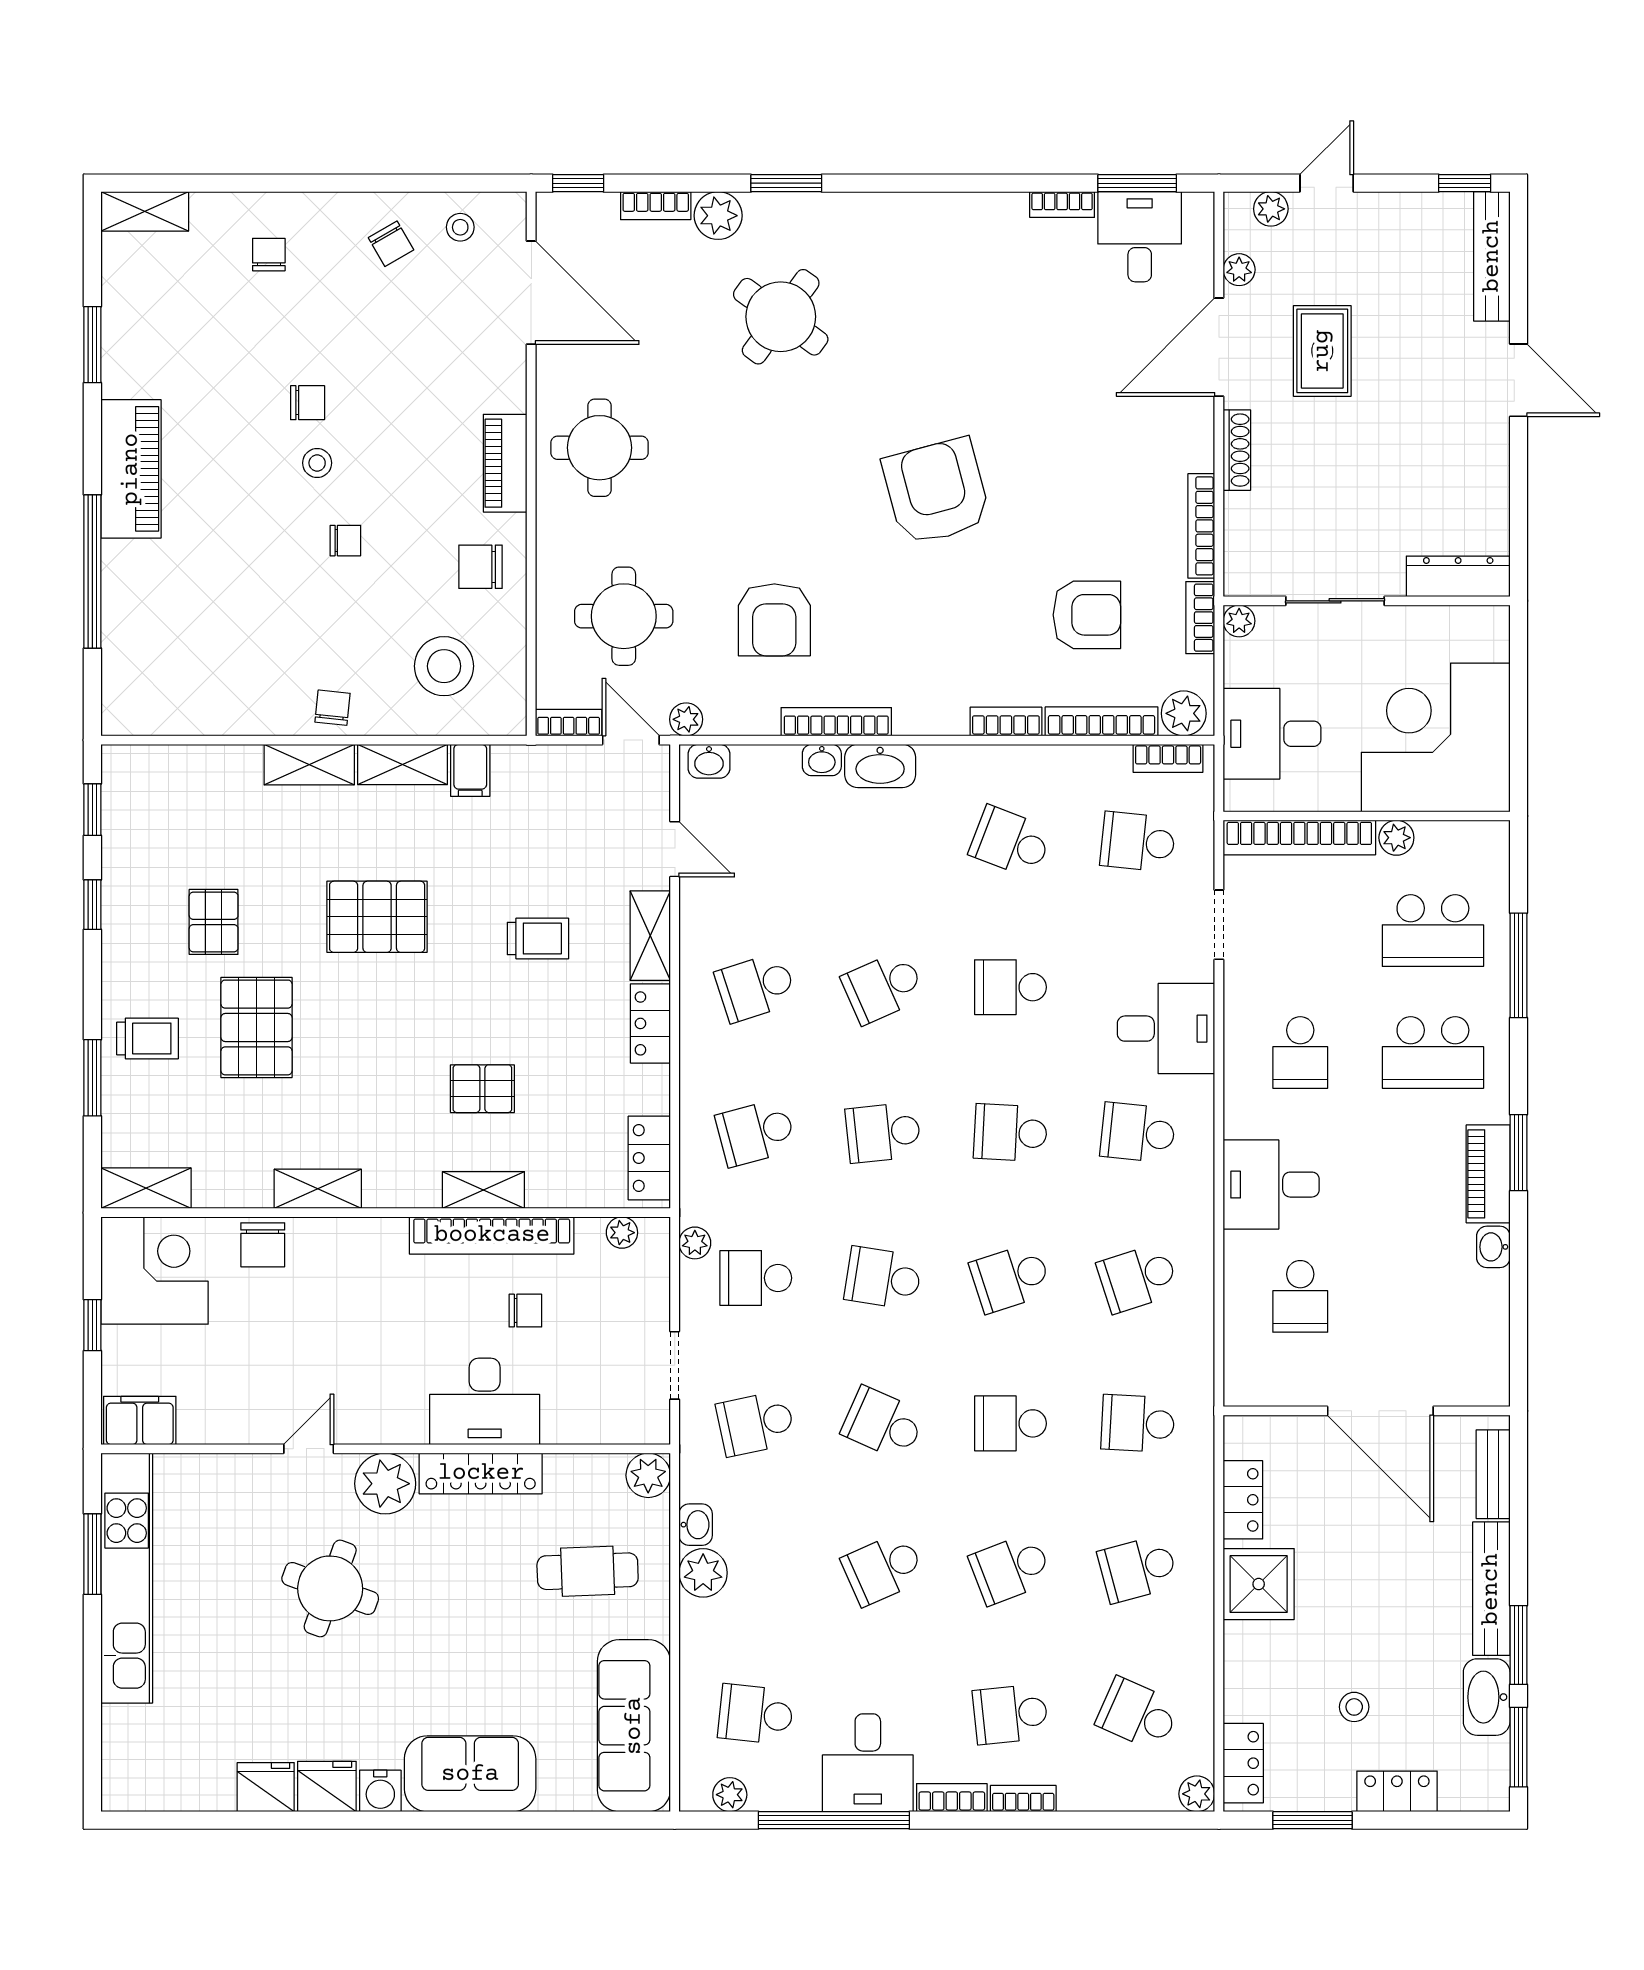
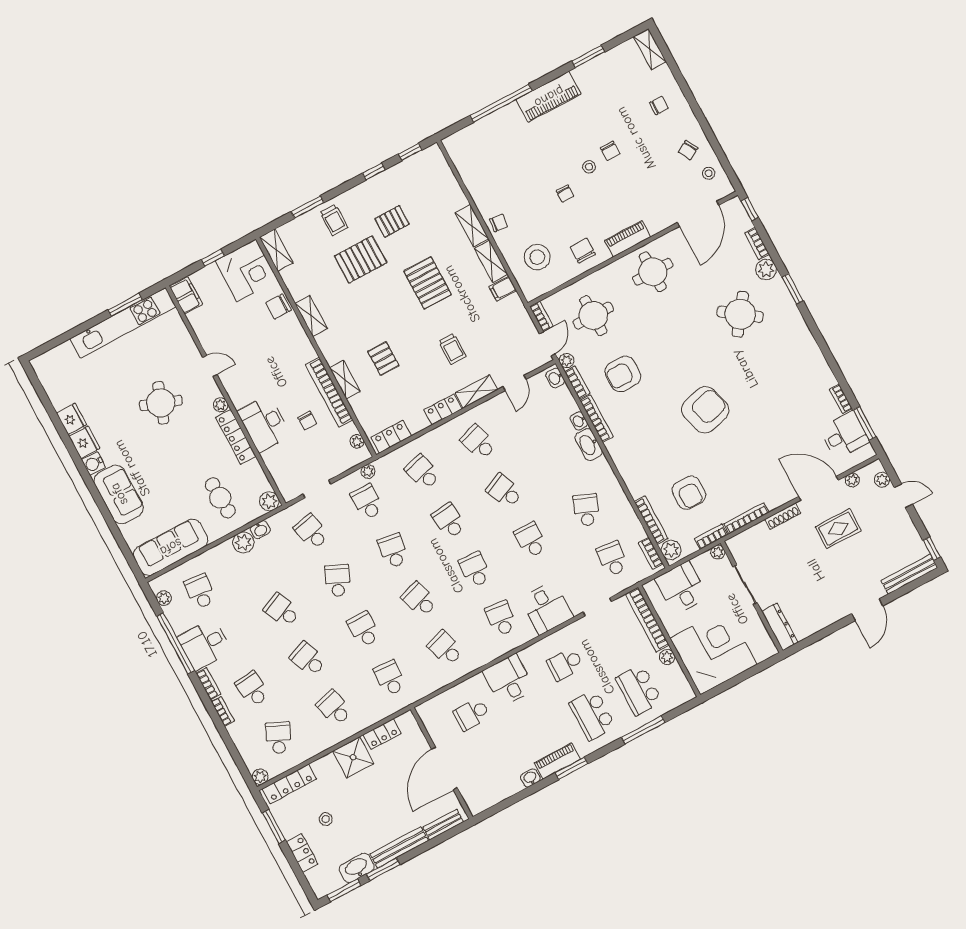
bookcase: (1006, 721) -> (577, 382), moved
plant: (385, 1484) -> (221, 405), width x0.53, depth x0.53
locker: (1243, 1763) -> (289, 784), width x1.53

